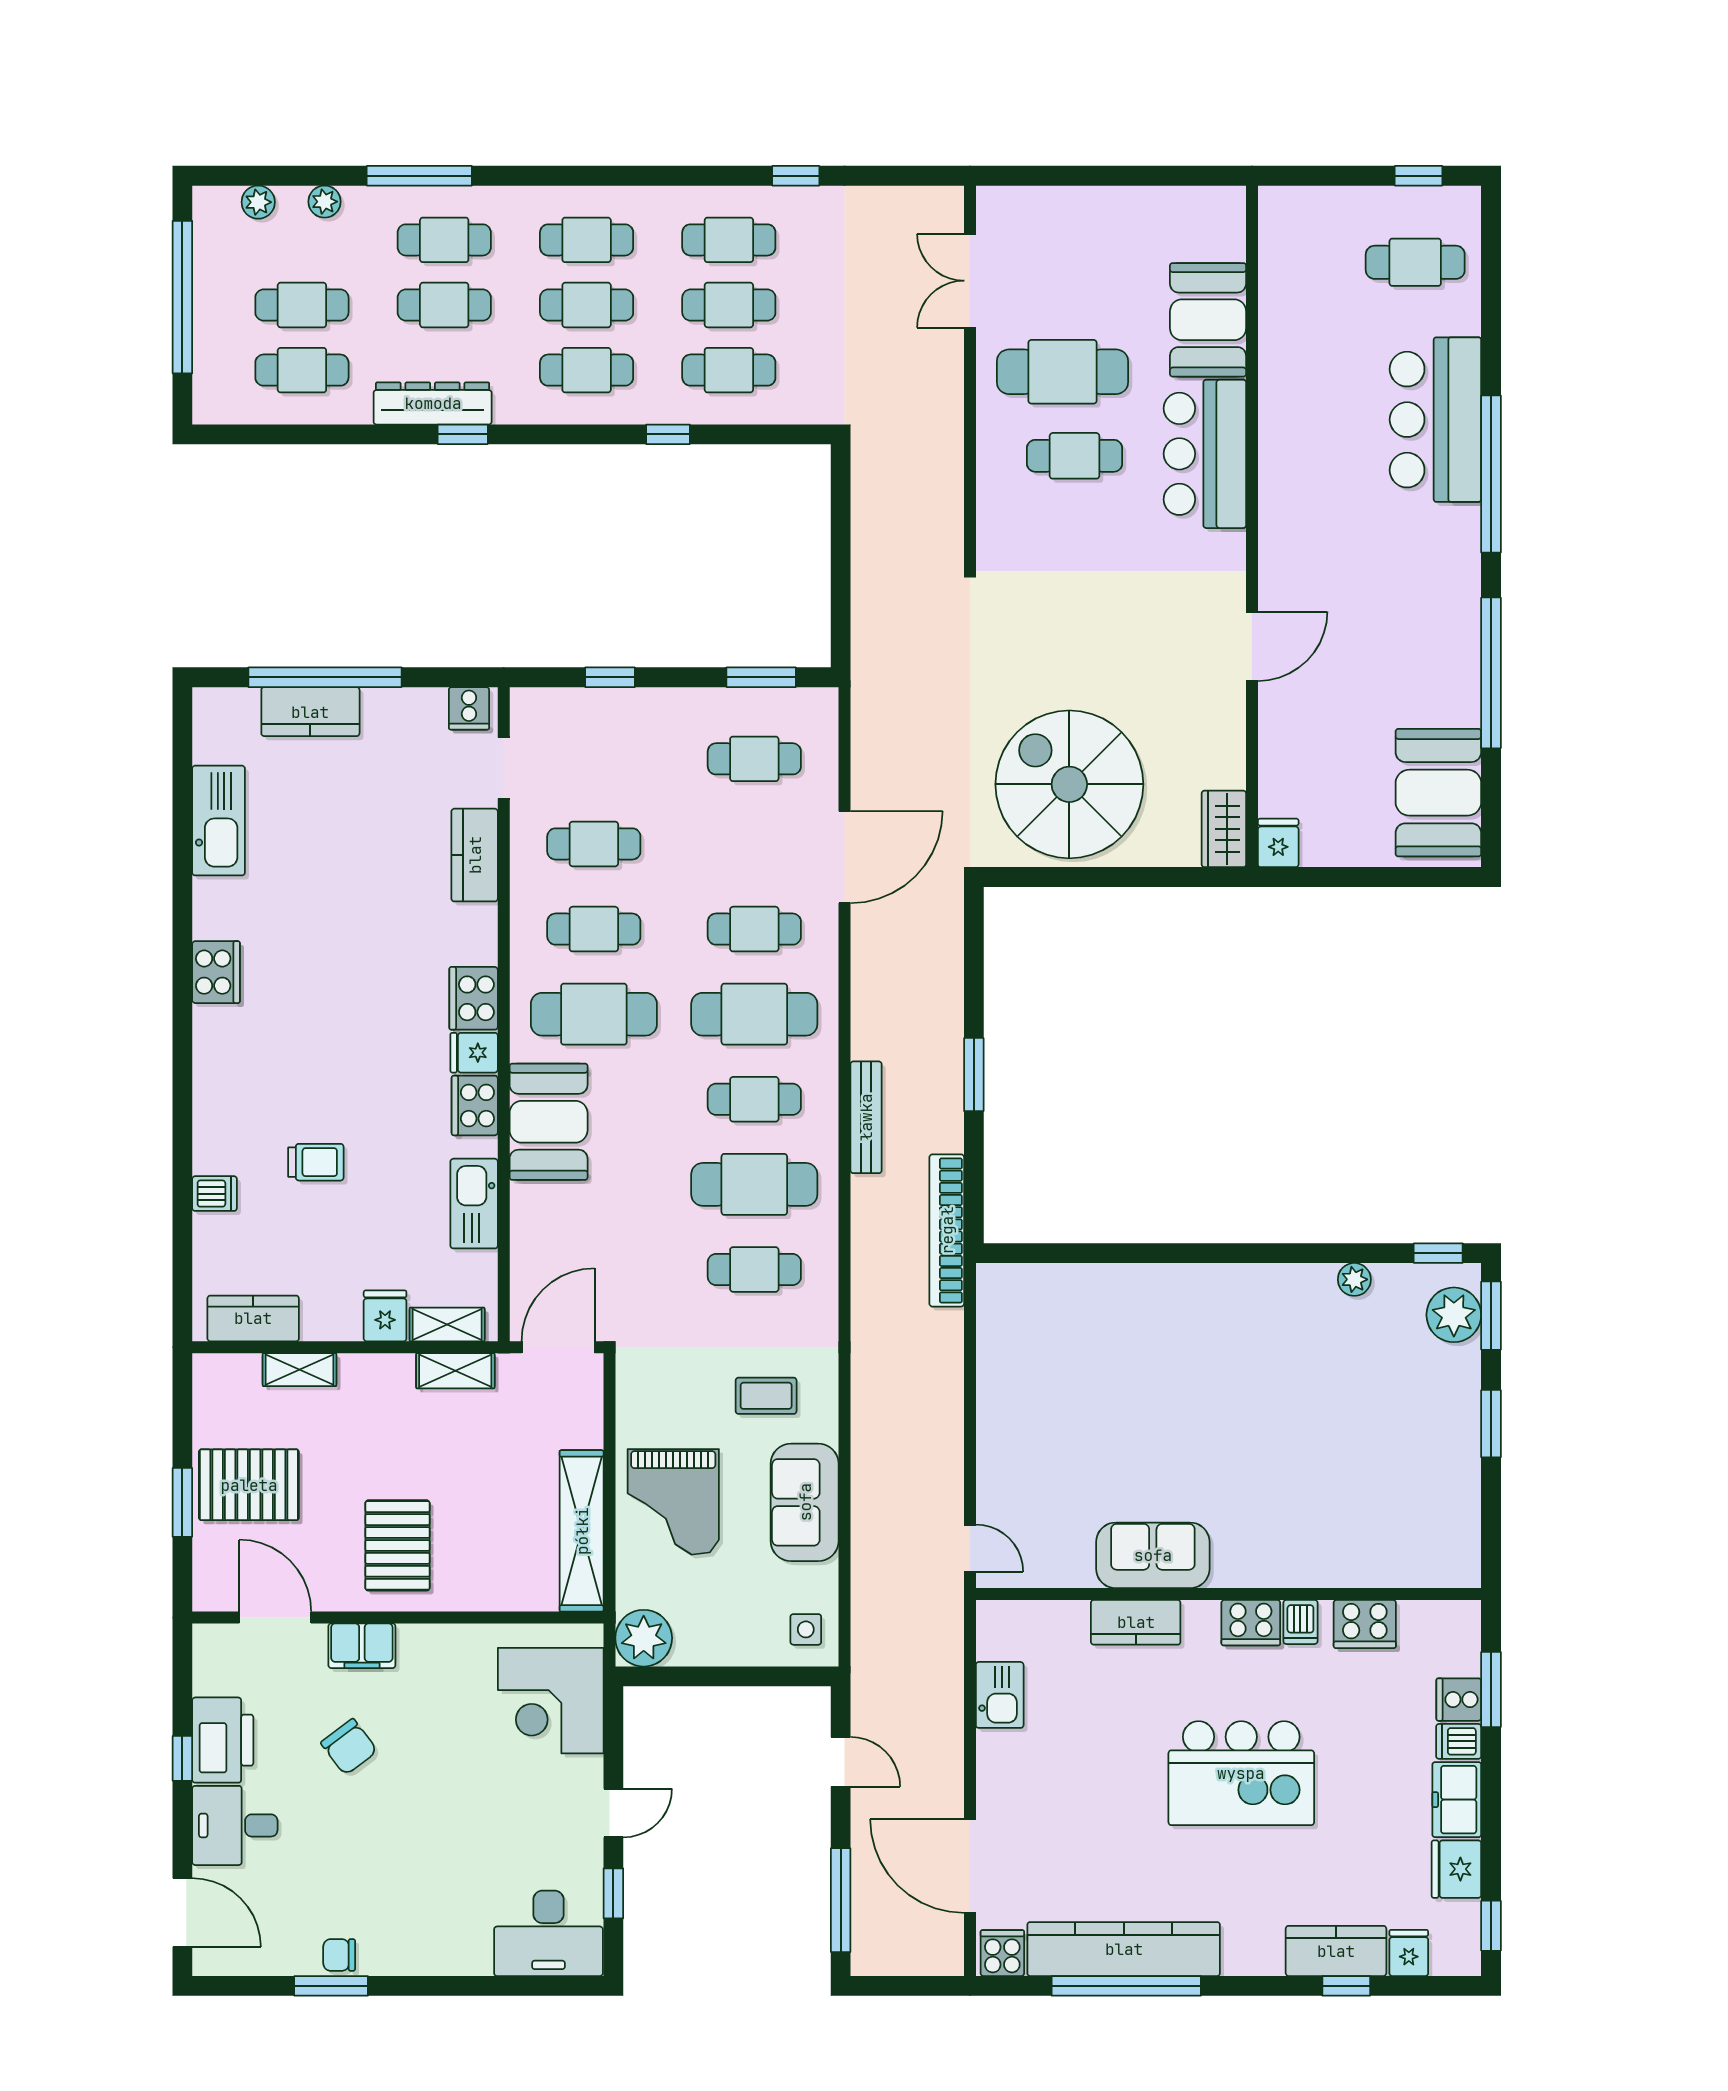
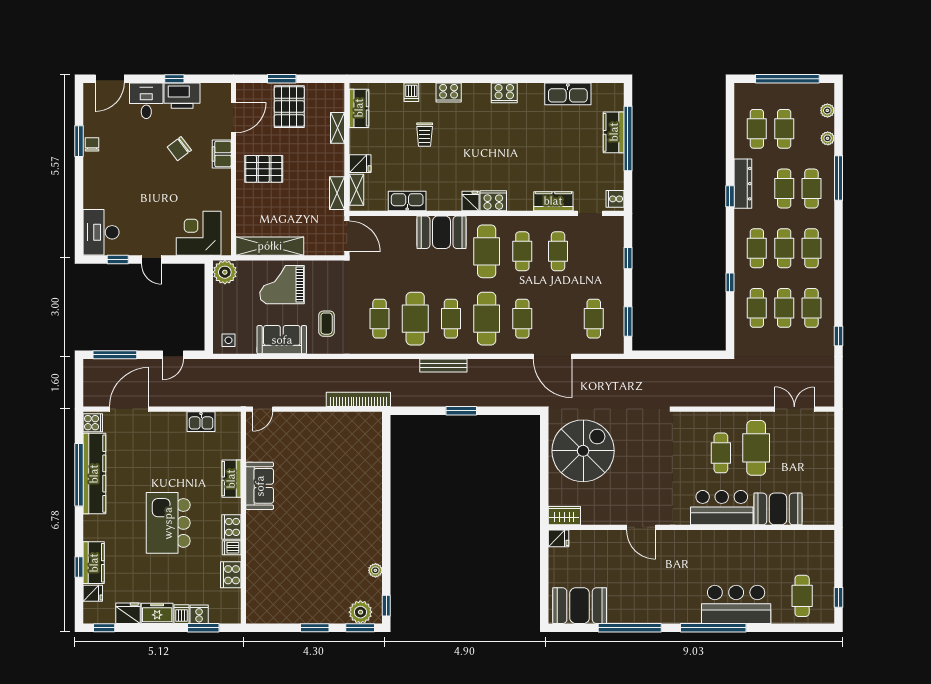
cooker: (475, 1105) -> (449, 92), moved, turned 180
bookcase: (947, 1230) -> (358, 399), moved

